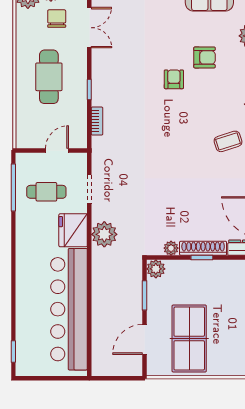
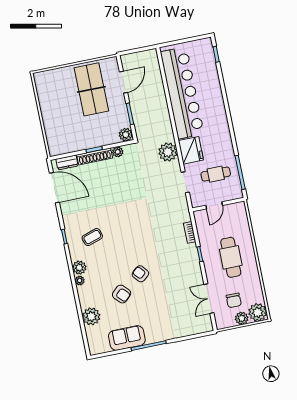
armchair: (205, 57) -> (122, 294), turned -134
armchair: (174, 79) -> (140, 274), turned 140

